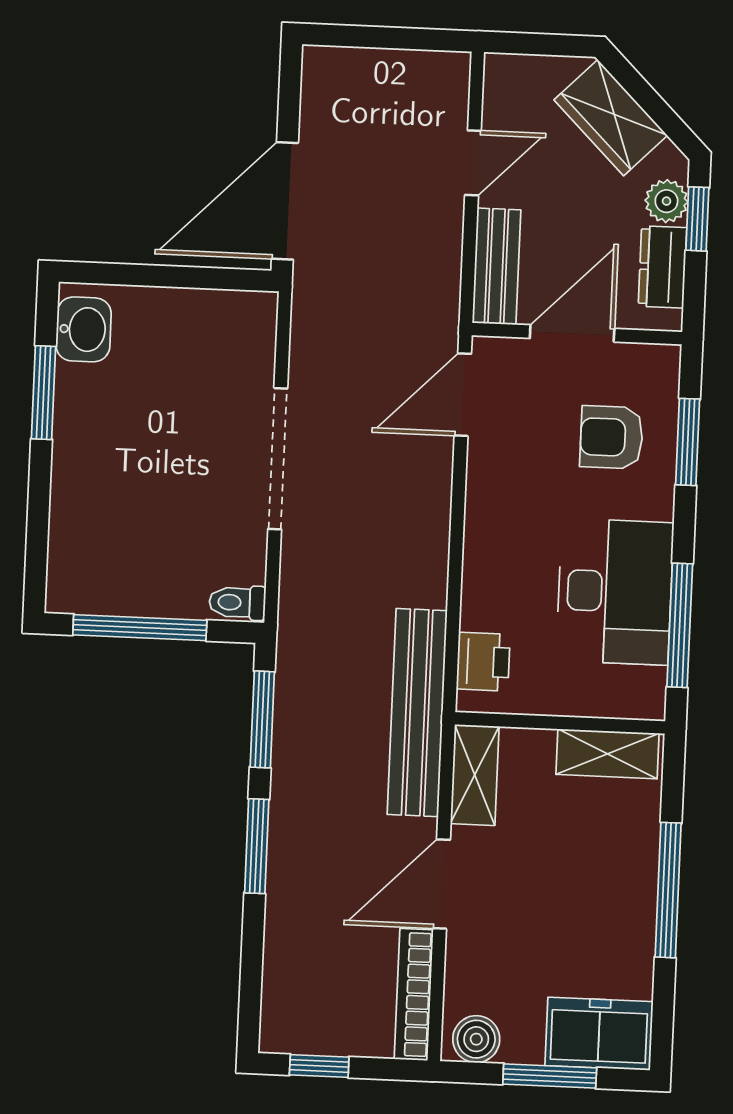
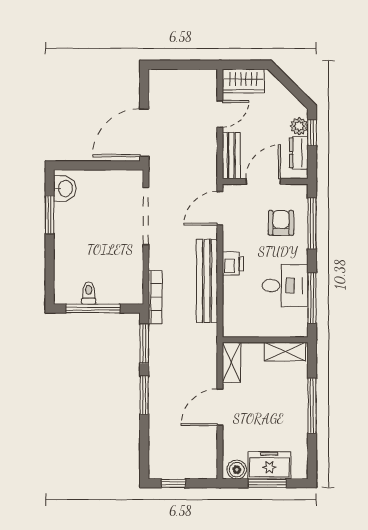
wardrobe: (611, 118) -> (243, 81), moved, turned -45
armchair: (611, 437) -> (281, 223), turned 90
window: (688, 442) -> (312, 223), width x1.44
doorway: (278, 459) -> (146, 216), moved
desk: (615, 592) -> (285, 286), width x0.73
toilet: (237, 602) -> (89, 293), moved, turned 90
printer: (483, 662) -> (233, 264), moved
bench: (417, 713) -> (207, 281), moved
bookcase: (414, 994) -> (155, 297), moved, turned 180
freezer: (599, 1034) -> (269, 465), moved

